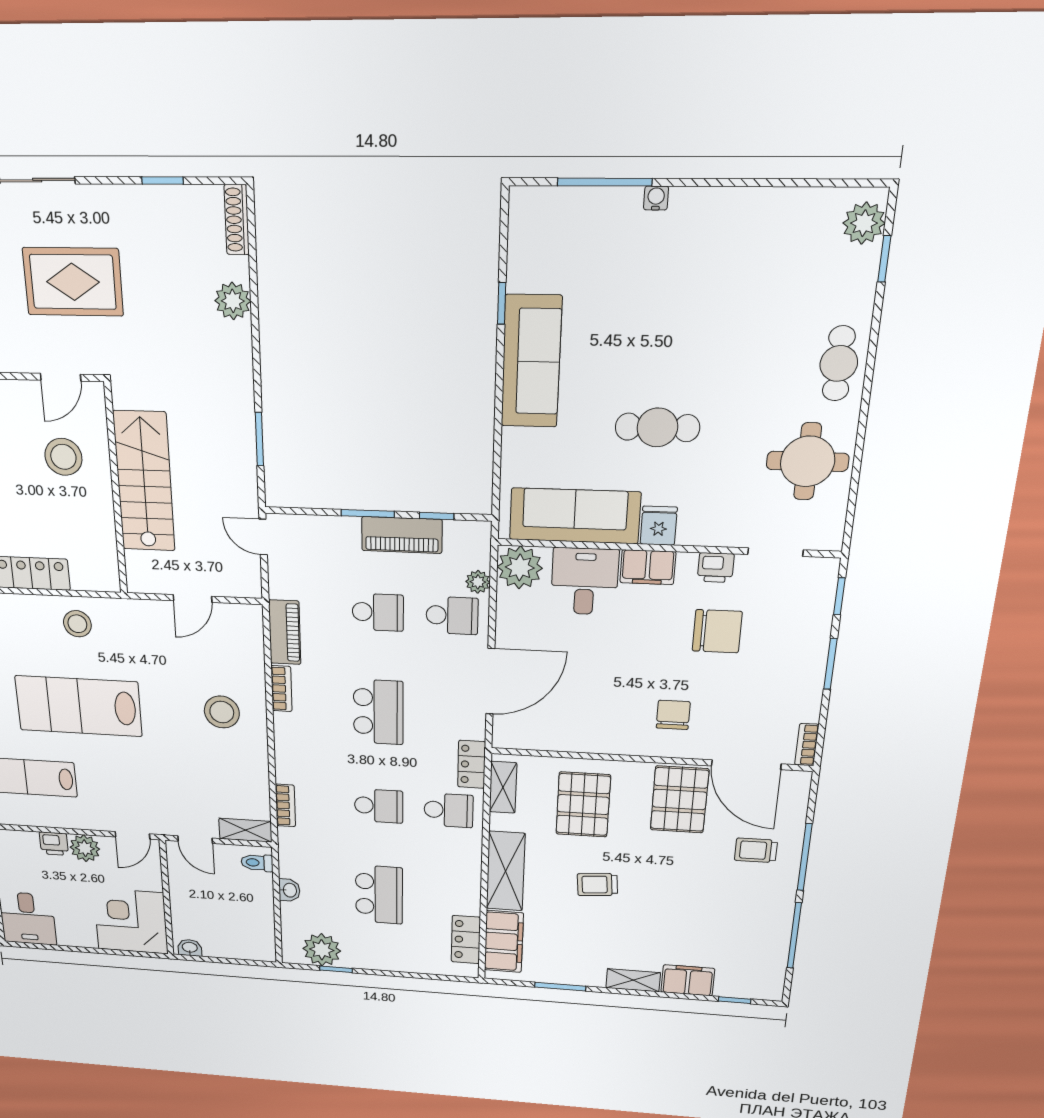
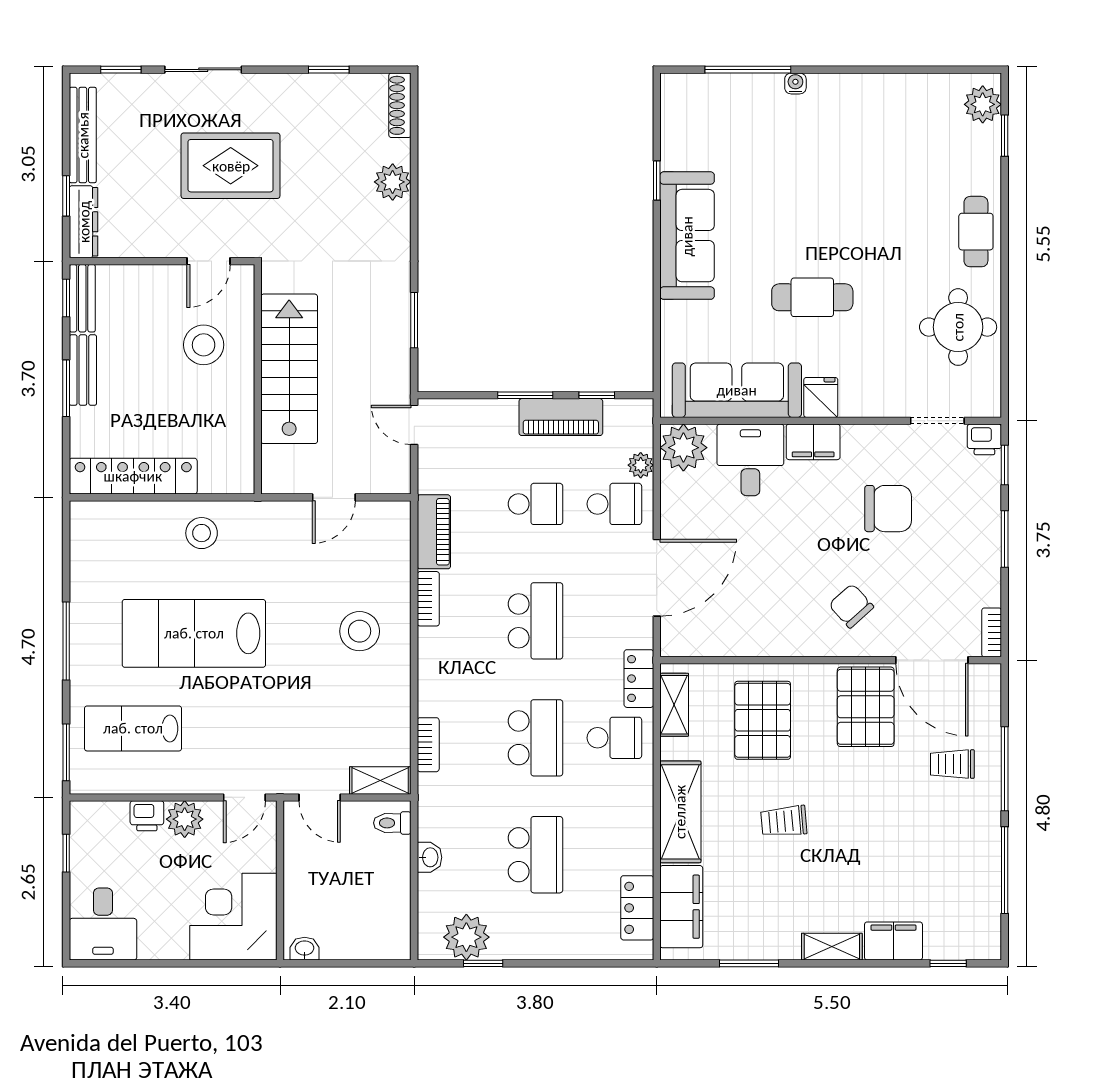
printer: (716, 568) -> (984, 439), moved
chair: (673, 715) -> (851, 606), turned -42
school desk: (379, 806) -> (535, 738), width x1.85

